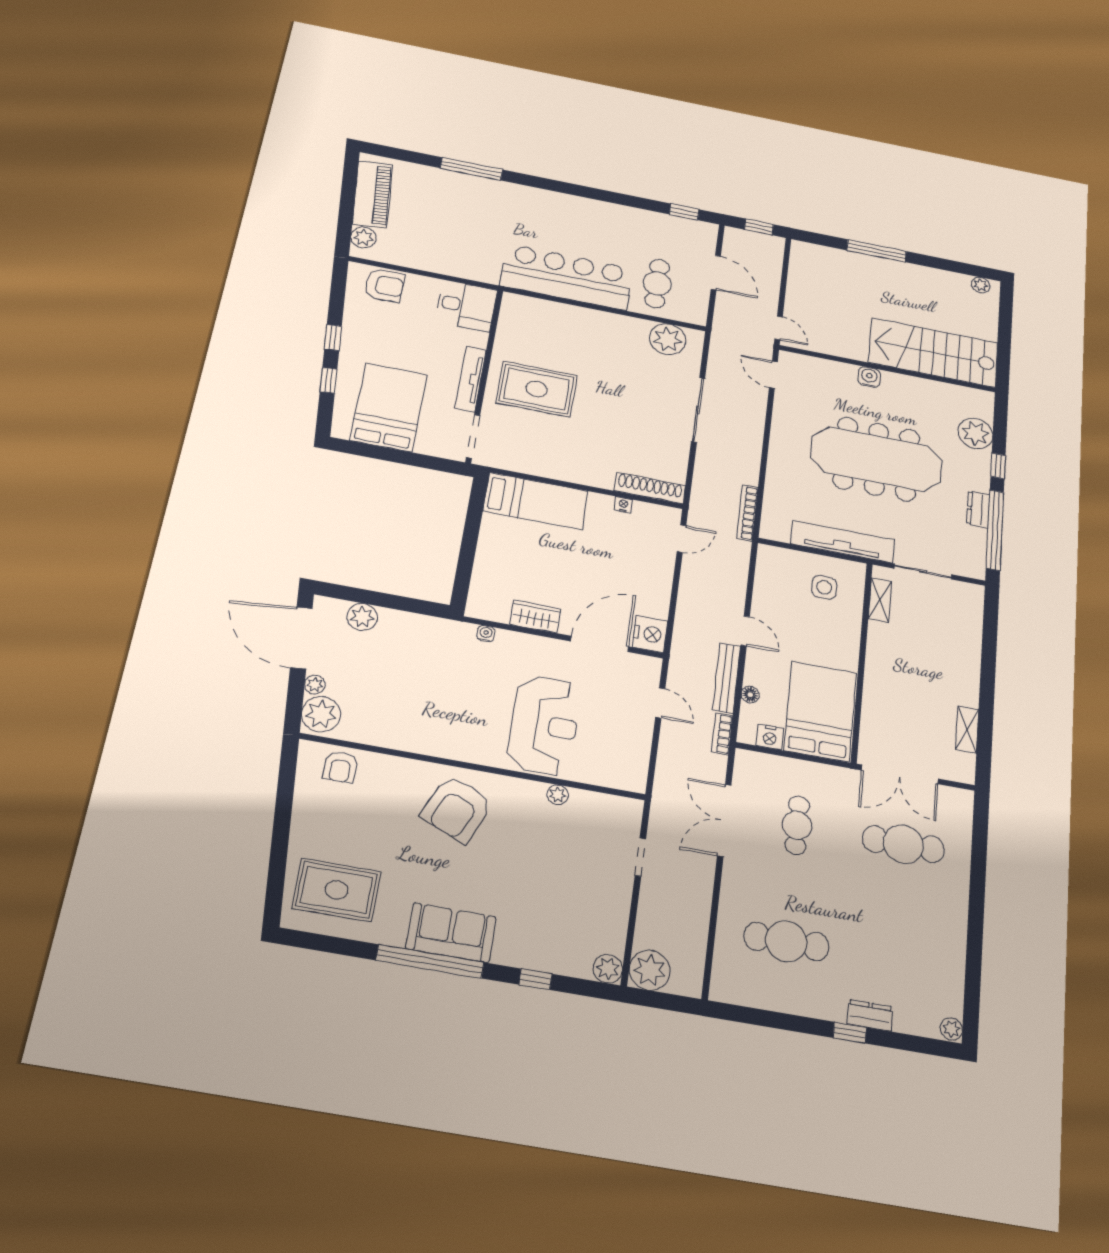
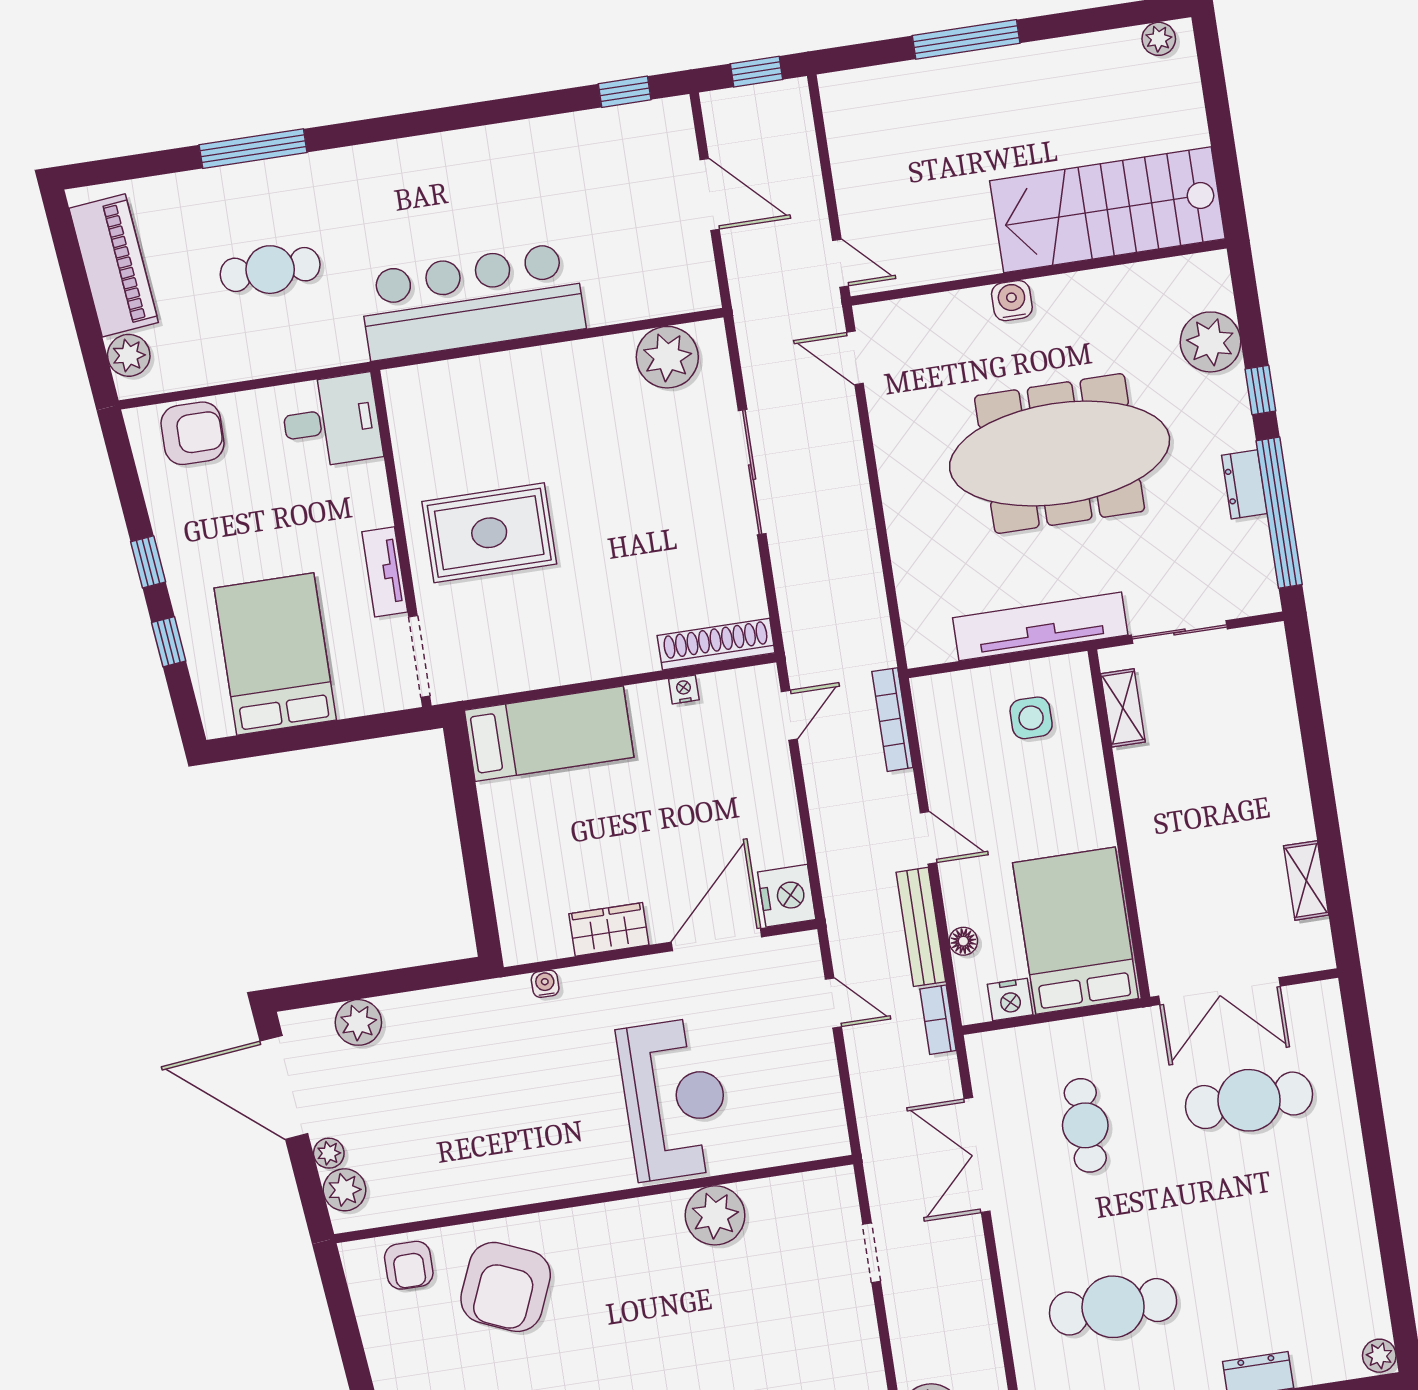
cafe table: (657, 284) -> (270, 270), moved, turned 90
tv unit: (471, 379) -> (385, 572), width x0.71
bookcase: (747, 513) -> (892, 720), moved
plant: (321, 714) -> (344, 1190), width x0.73, depth x0.73
plant: (558, 795) -> (715, 1215), width x1.87, depth x1.87
armchair: (457, 809) -> (506, 1287), moved

